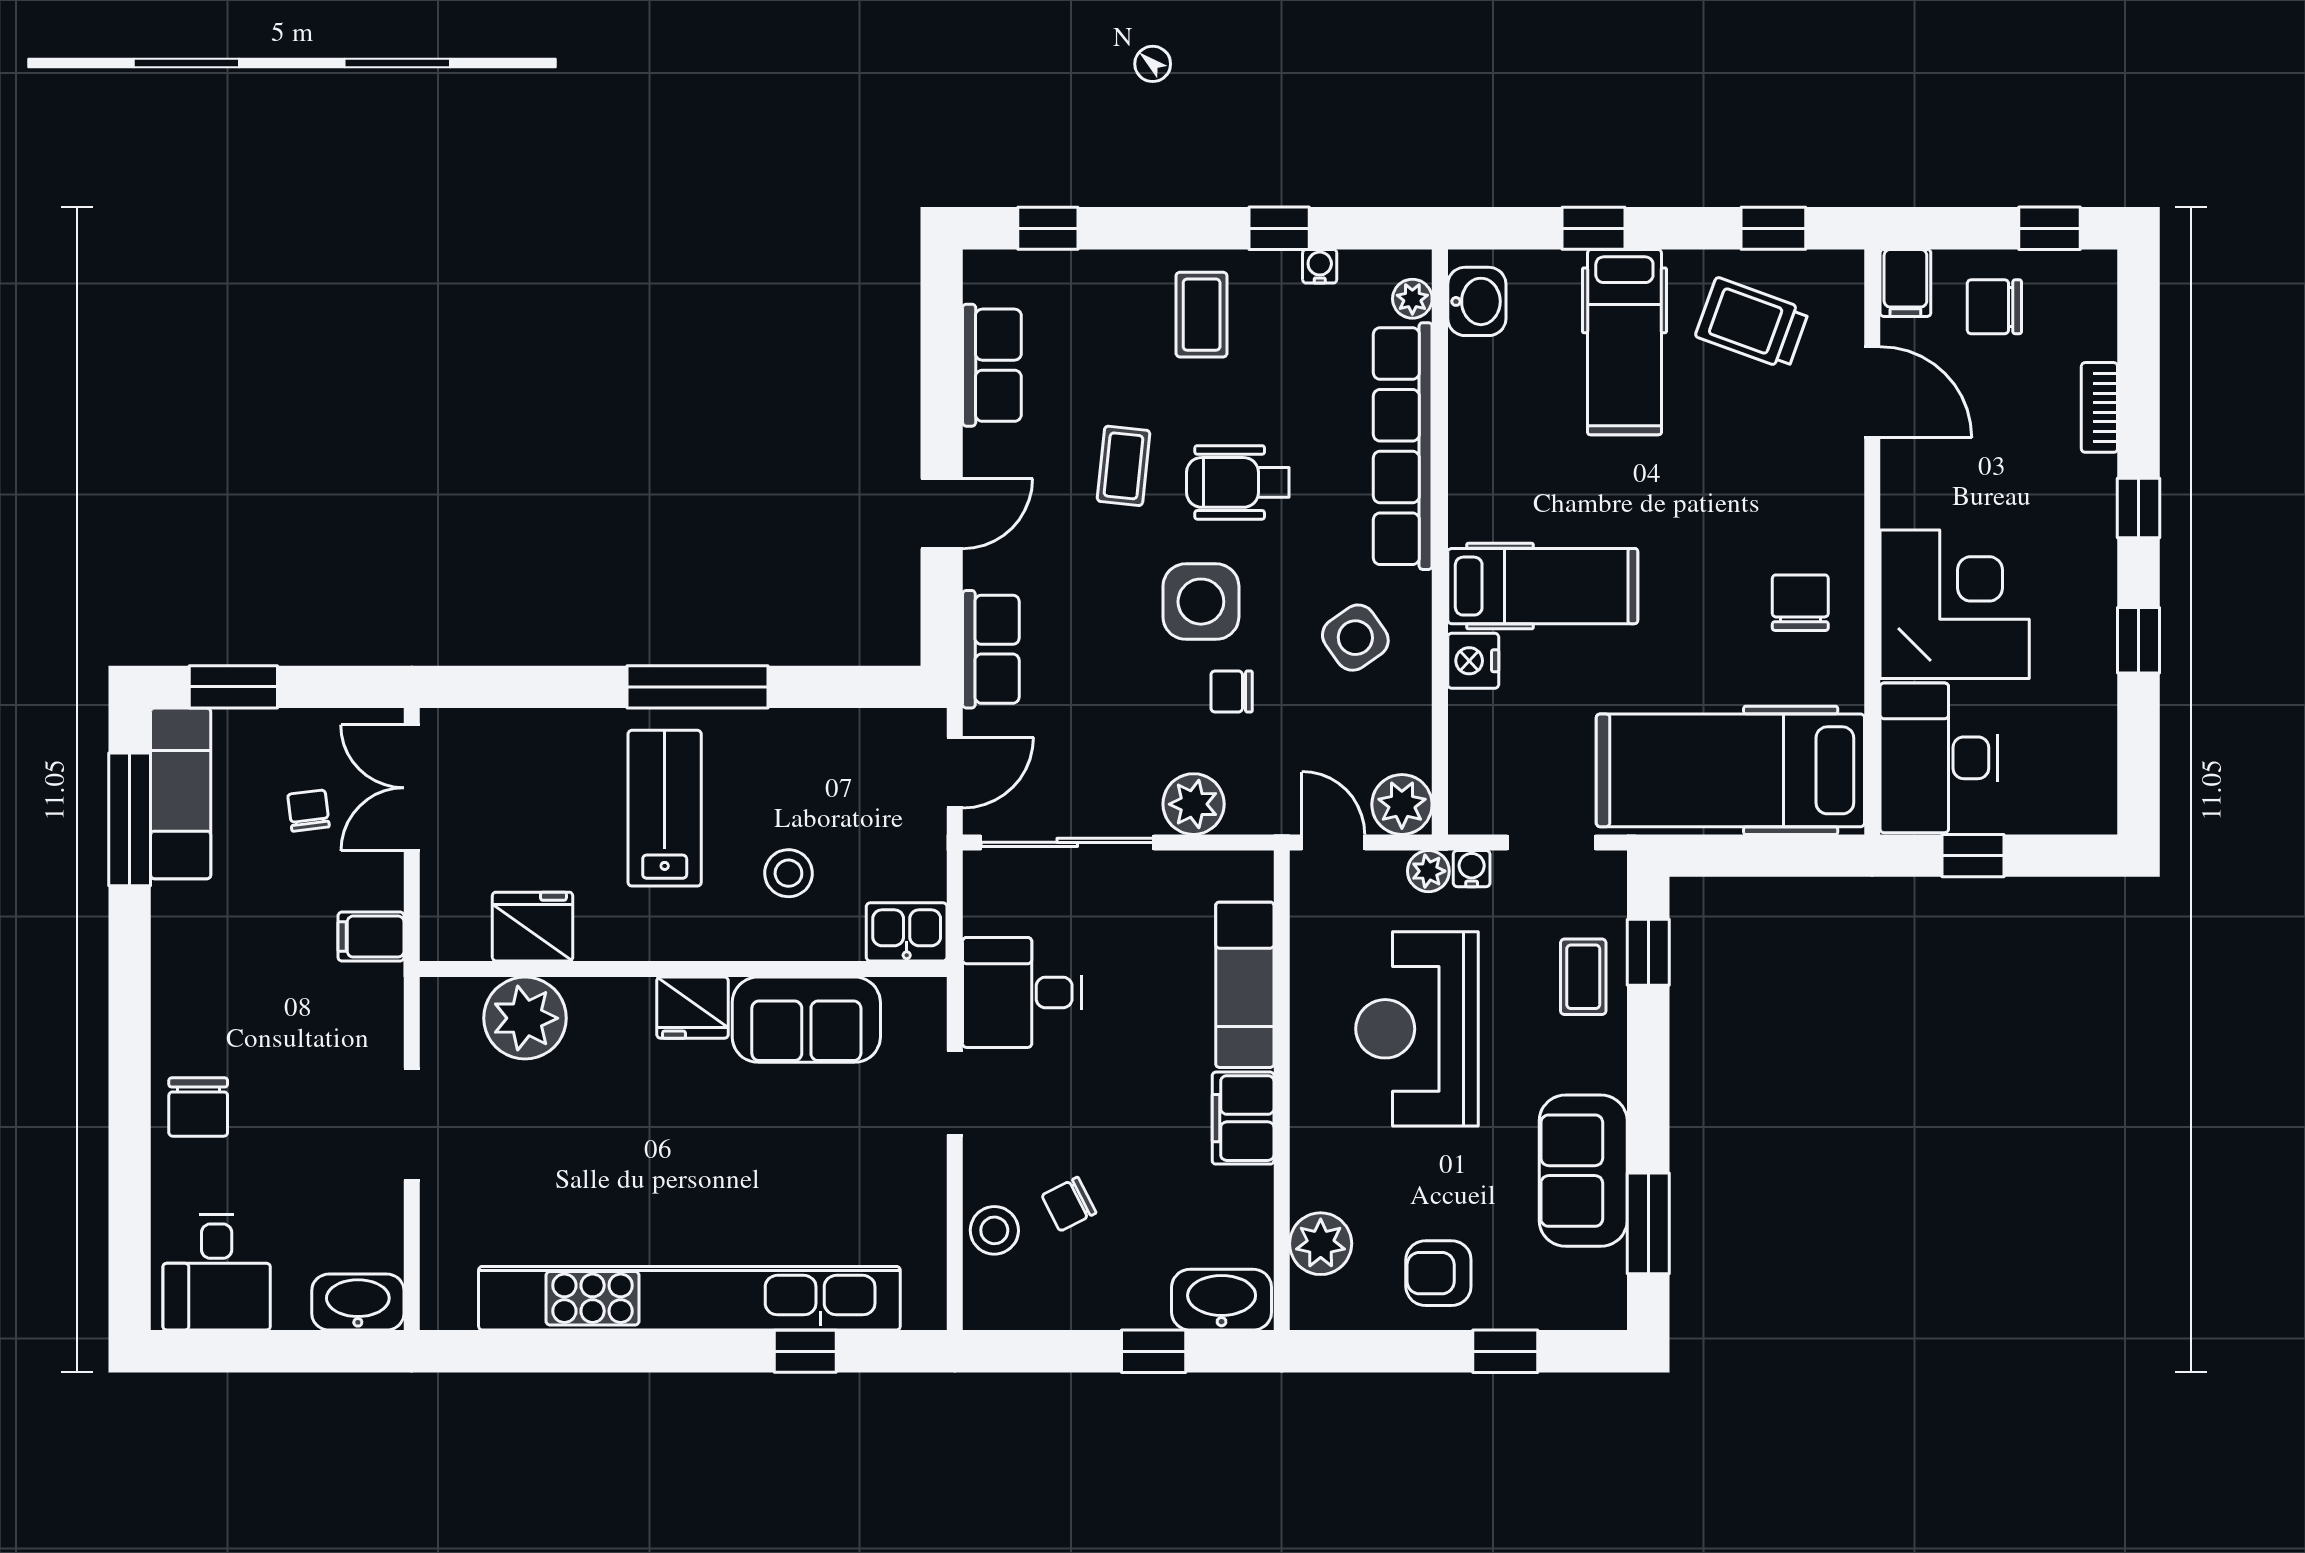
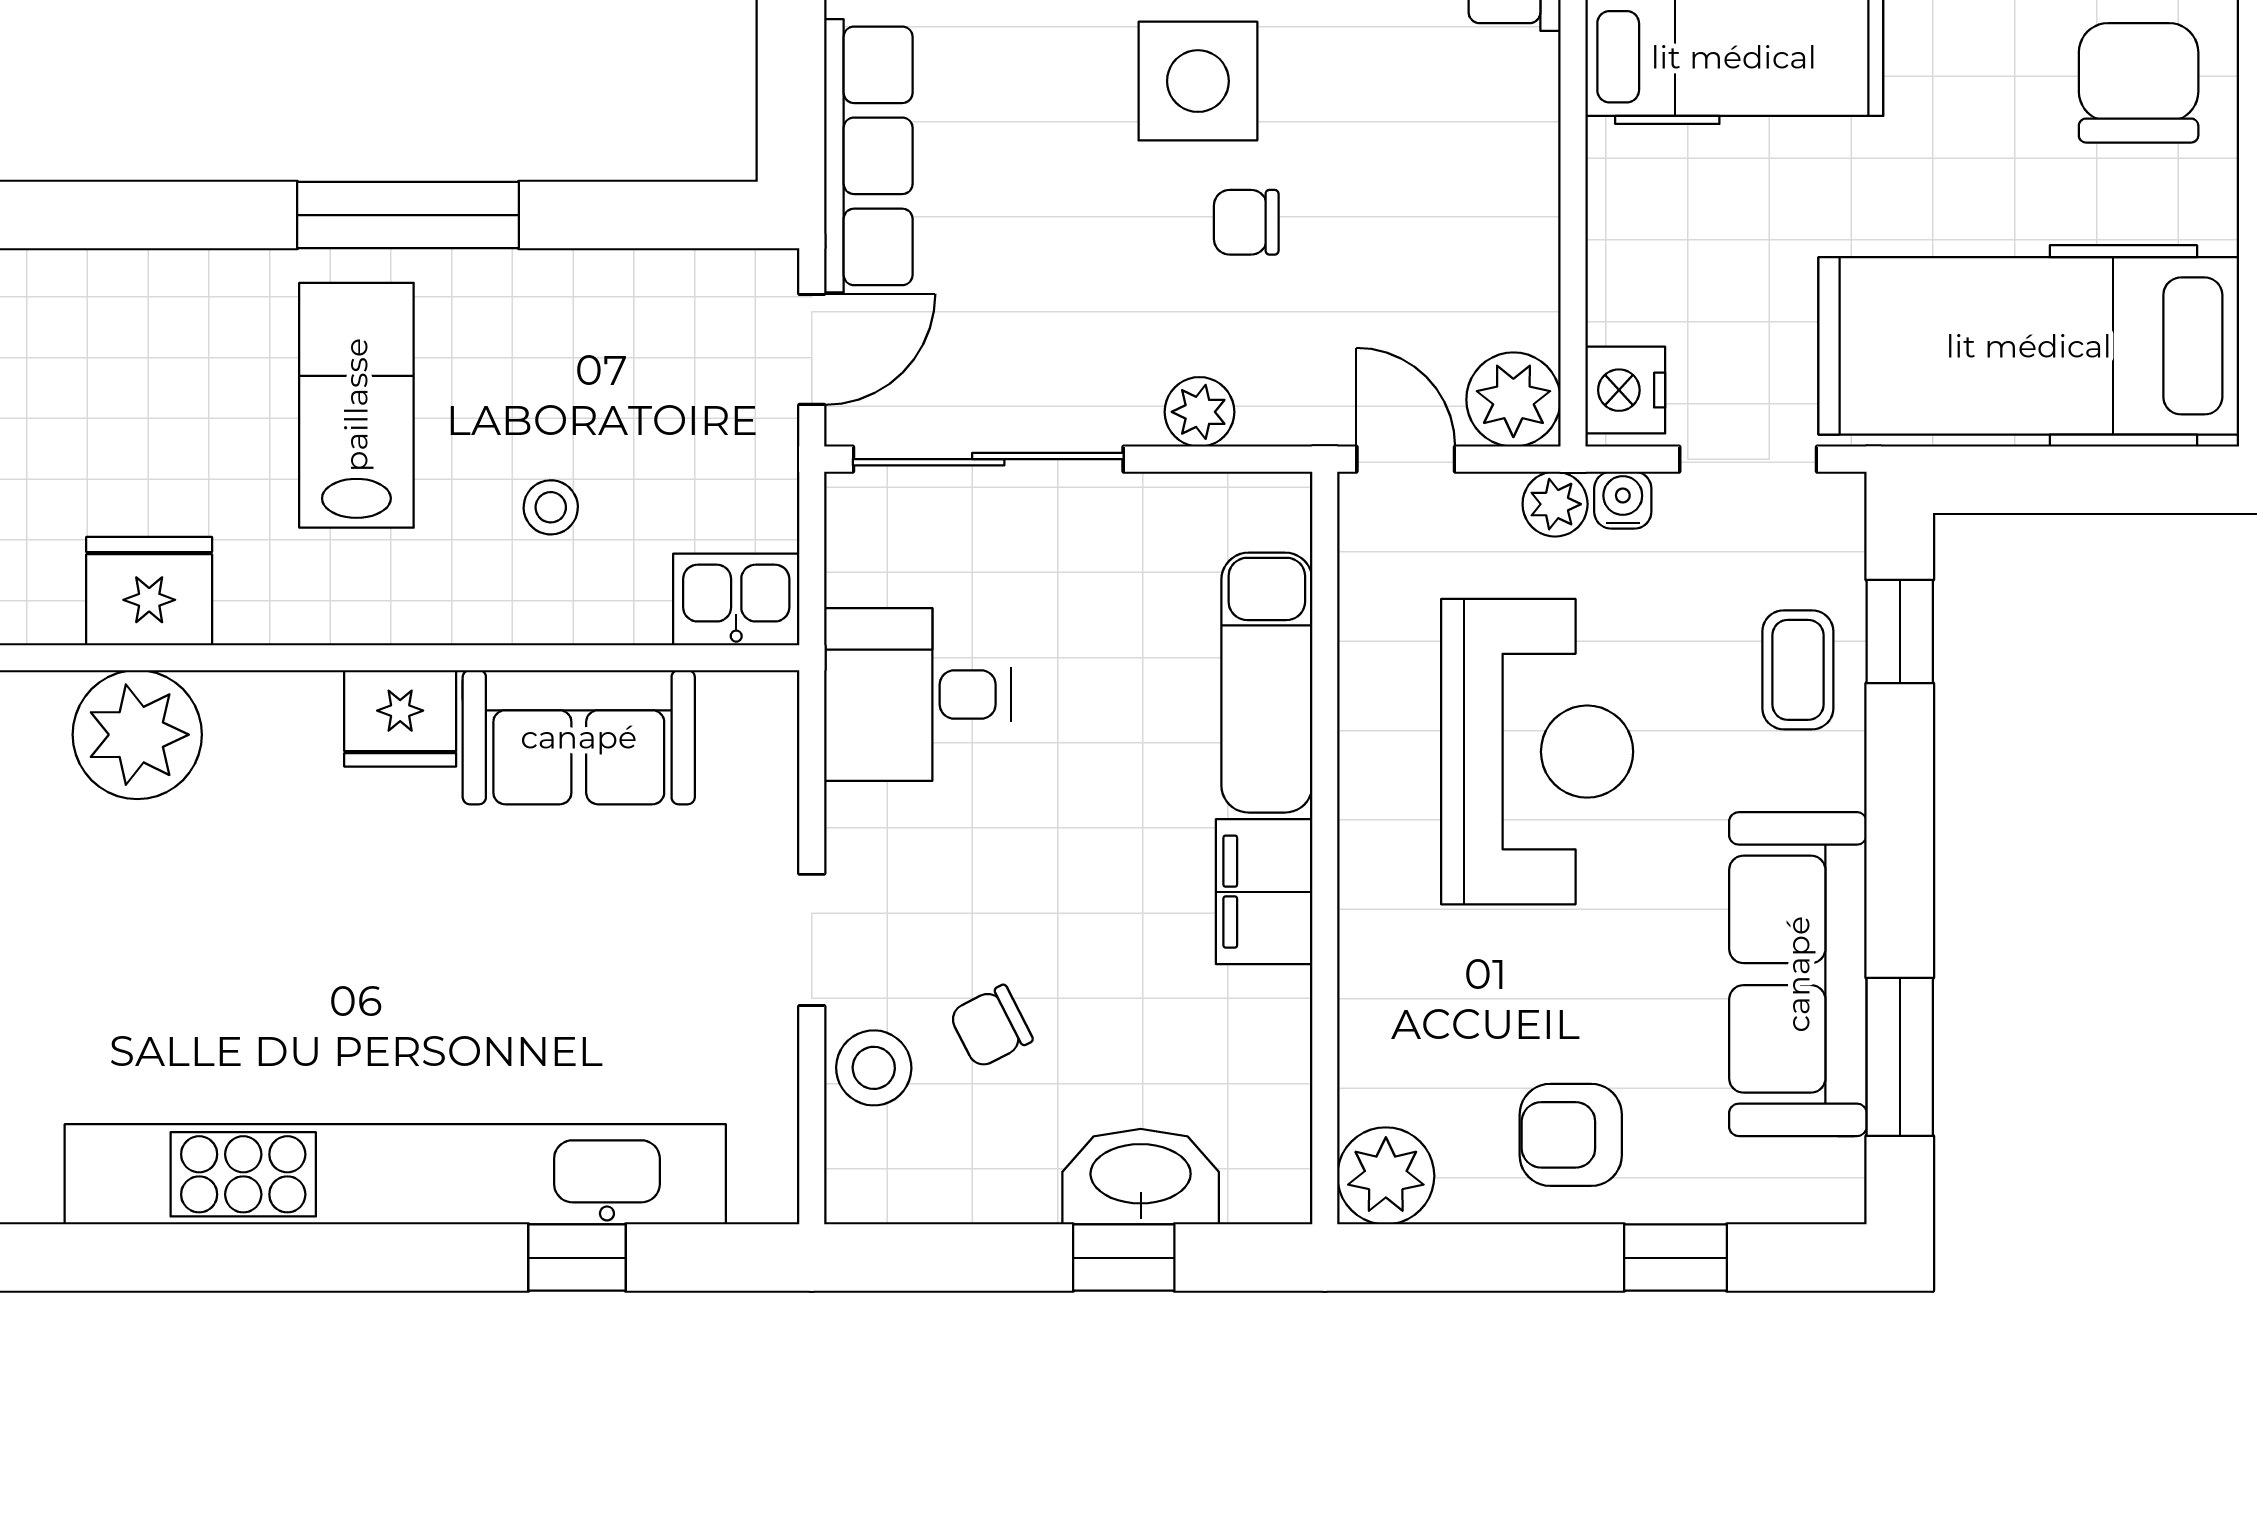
chair: (1800, 603) -> (2139, 83), width x1.37, depth x1.37
side table: (1355, 638) -> (1440, 138), removed
row of seats: (991, 649) -> (868, 156), width x1.48
nightstand: (1473, 661) -> (1625, 390), moved
plant: (1194, 804) -> (1199, 412), width x0.73, depth x0.73
stool: (788, 873) -> (551, 507), width x0.73, depth x0.73
reception desk: (1417, 1029) -> (1537, 752), turned 180
doorway: (955, 1093) -> (812, 940), moved
sofa: (1583, 1171) -> (1798, 974), width x1.36
plant: (1321, 1244) -> (1386, 1176), moved
washbasin: (1222, 1300) -> (1141, 1177), moved

